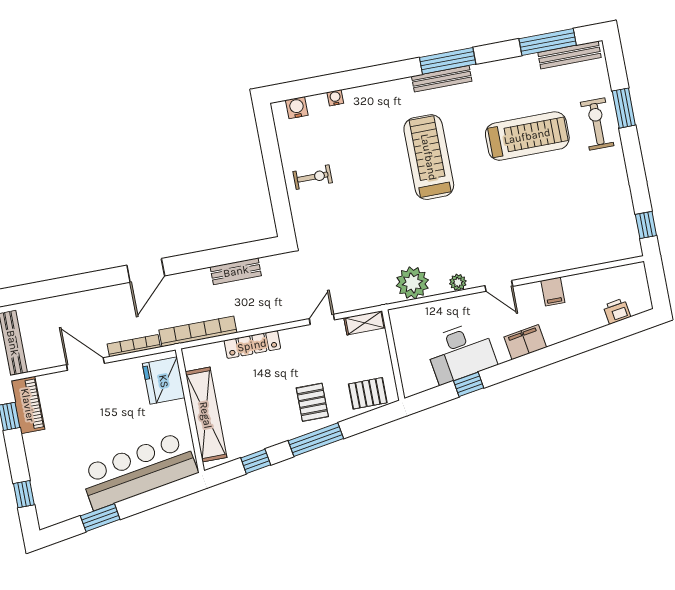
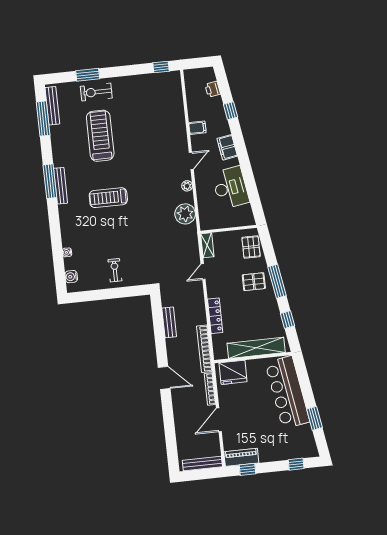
treadmill: (429, 157) -> (108, 198), width x0.73, depth x0.73
door: (322, 319) -> (203, 272), hinge flipped
window: (469, 384) -> (230, 111), moved

